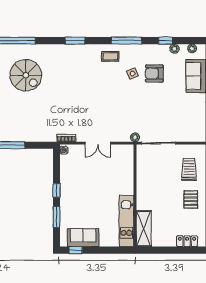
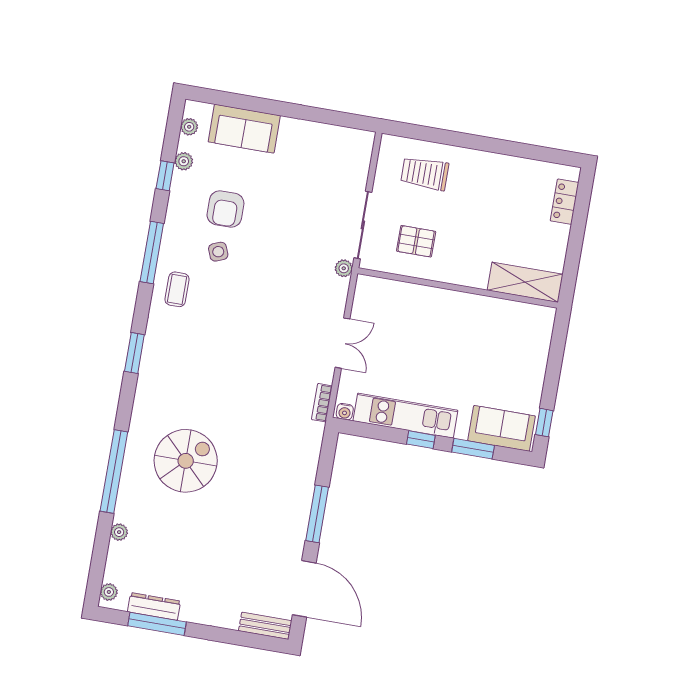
pallet: (191, 199) -> (416, 241), moved
kitchen unit: (126, 221) -> (405, 416), moved, turned 180
sofa: (83, 238) -> (502, 428), moved, turned 90

